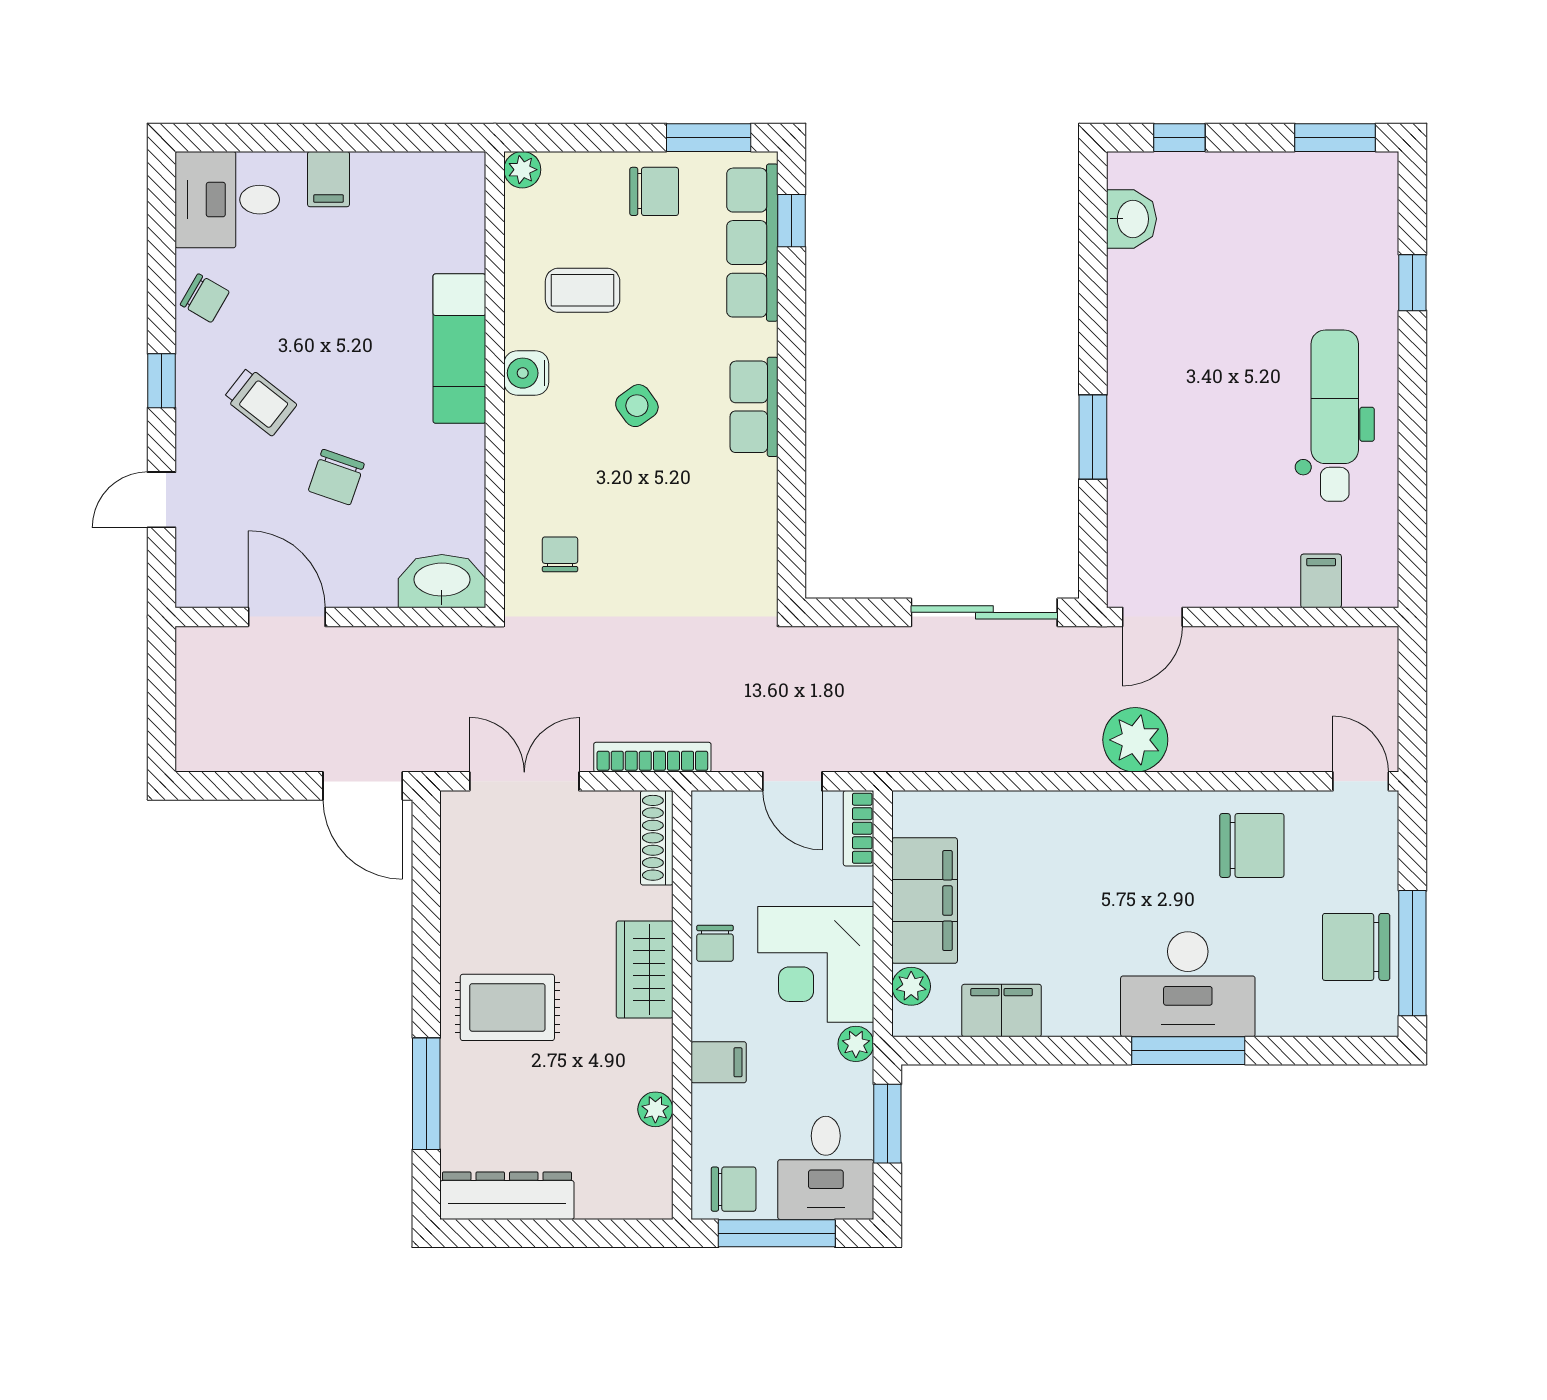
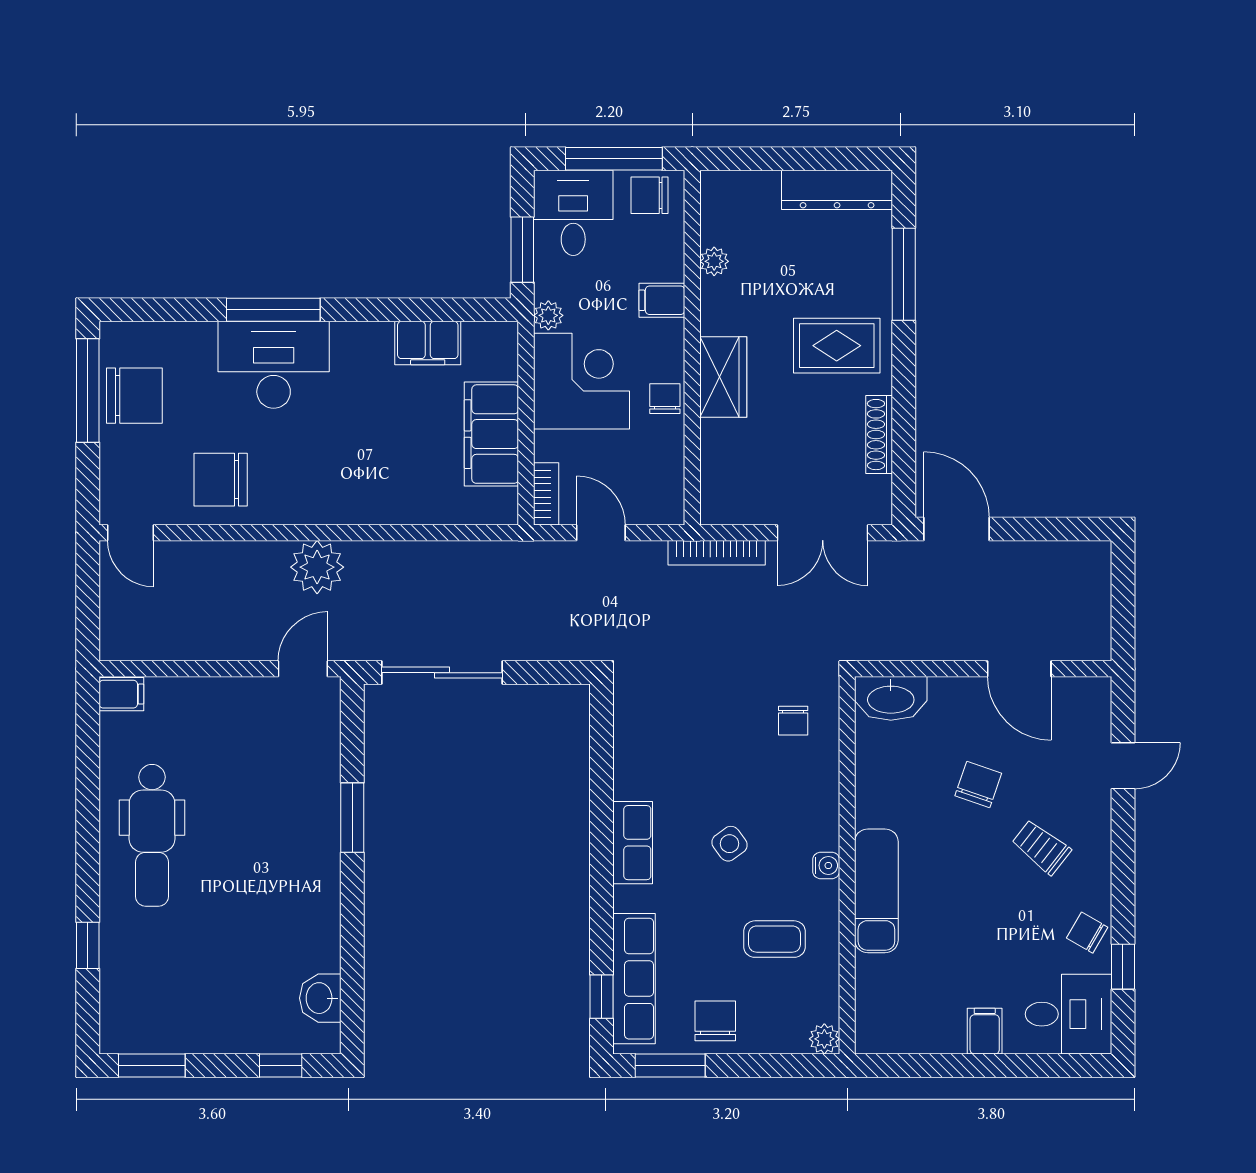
chair: (654, 191) -> (715, 1021), turned 90
water cooler: (526, 373) -> (826, 865), width x0.72, depth x0.72
window: (161, 381) -> (1123, 967), moved
filing cabinet: (1321, 581) -> (121, 694), moved, turned -90
shoe rack: (657, 838) -> (879, 435), moved, turned 180
plant: (911, 986) -> (503, 363), removed

